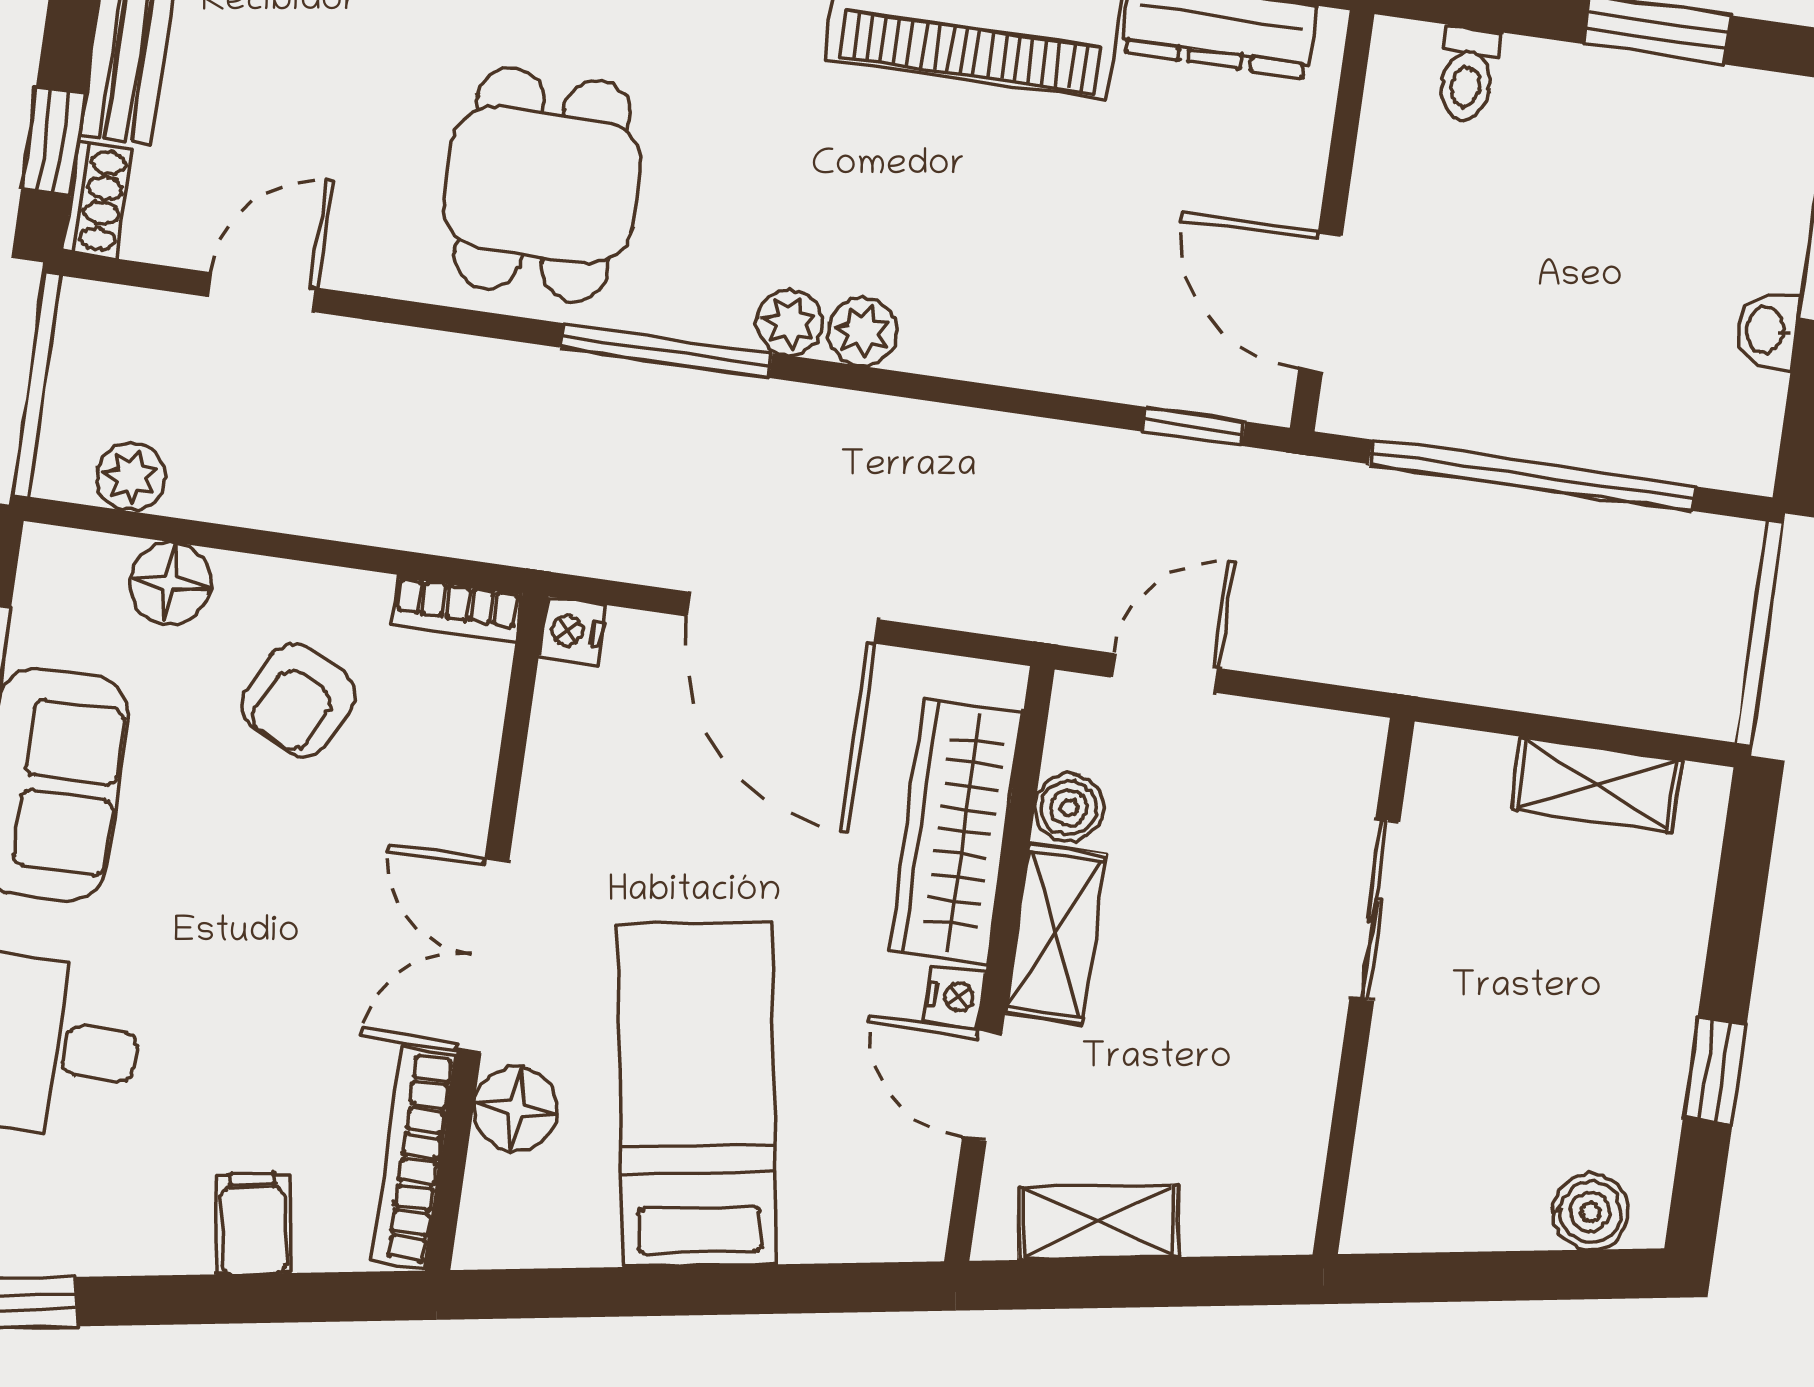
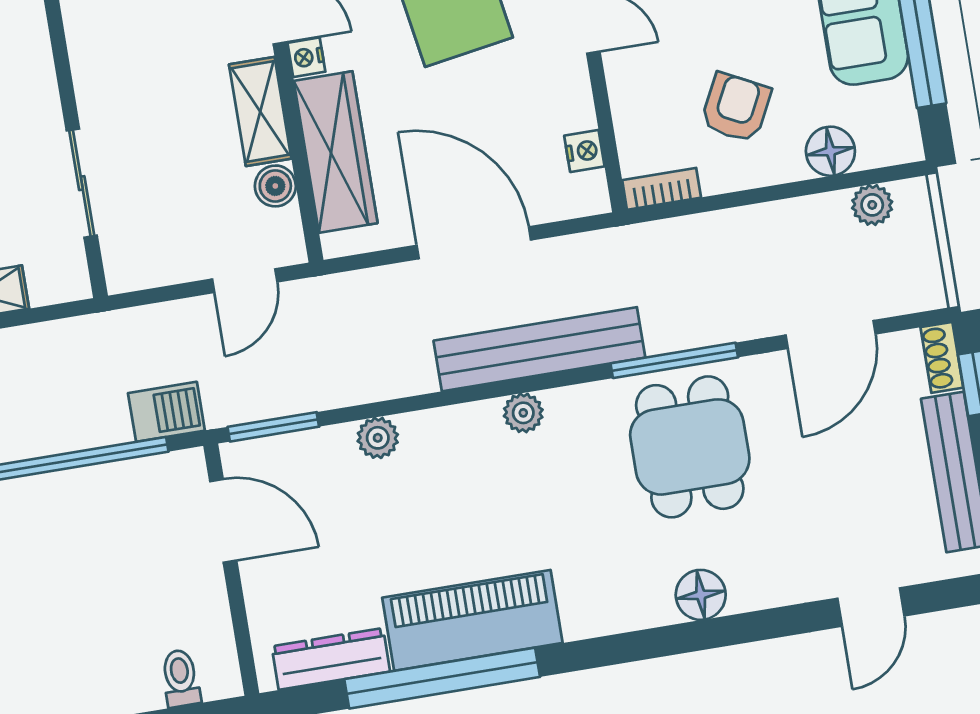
door: (262, 292) -> (831, 335), width x1.38
plant: (863, 332) -> (378, 438), moved
window: (666, 350) -> (674, 360), moved
bench: (732, 416) -> (539, 349), added
window: (1194, 426) -> (273, 427), width x1.50
barbecue: (1356, 504) -> (166, 412), added
nightstand: (572, 631) -> (584, 151), moved

